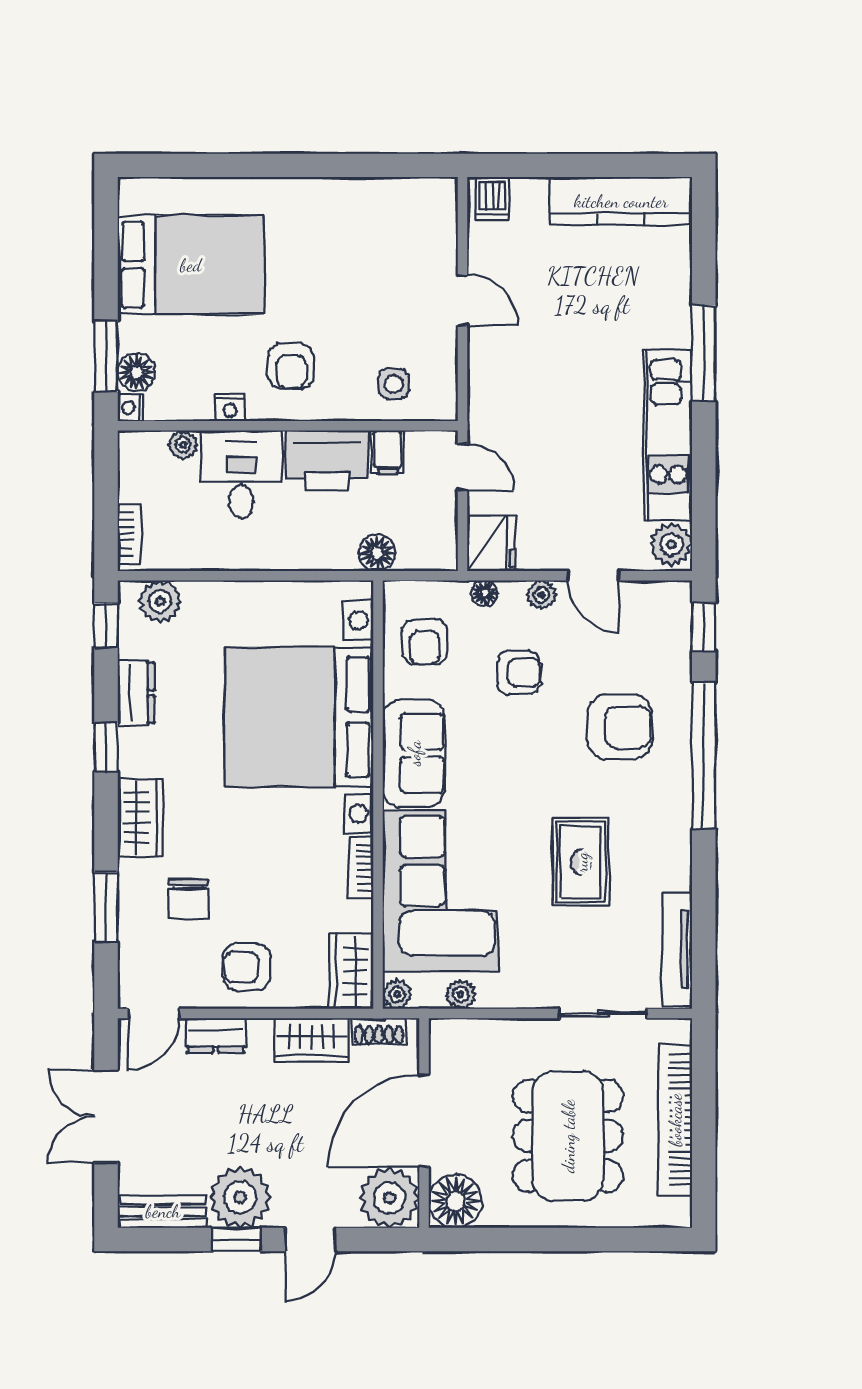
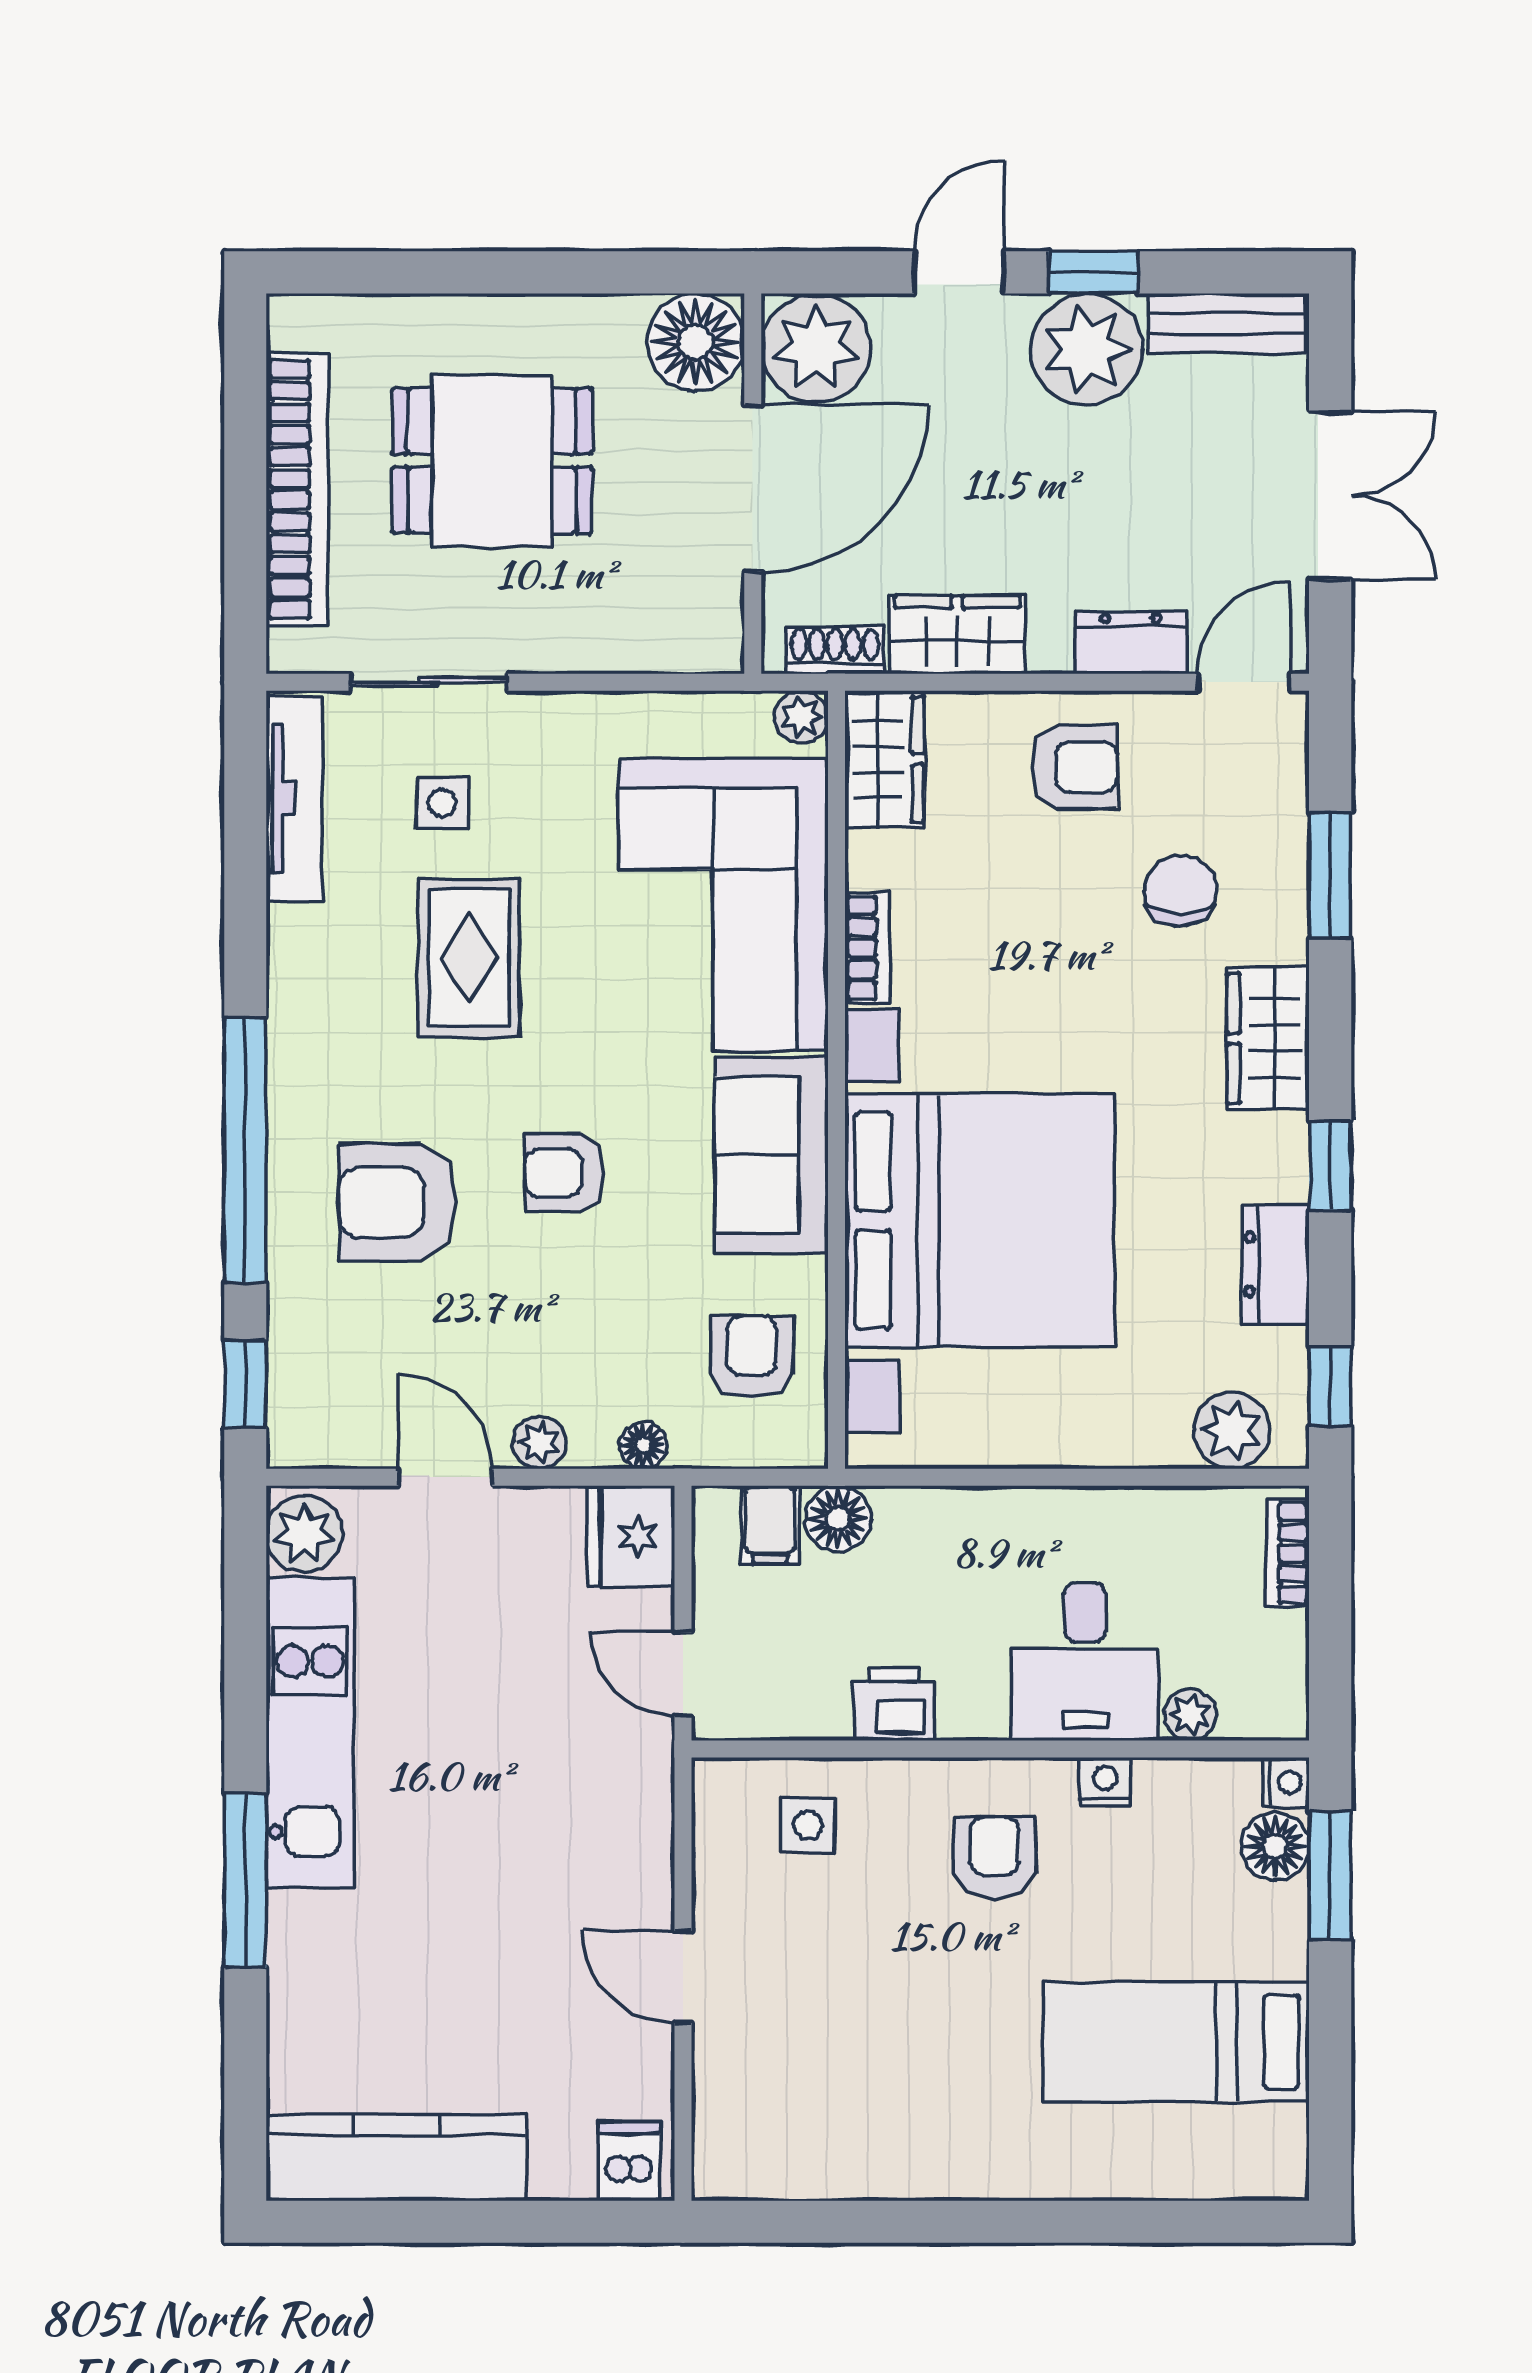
bed: (191, 265) -> (1176, 2042), width x0.67
filing cabinet: (388, 452) -> (770, 1525), moved, turned 180
printer: (327, 460) -> (894, 1704), width x0.53, depth x0.68
armchair: (519, 672) -> (564, 1173), moved
side table: (595, 947) -> (442, 803), added
plant: (461, 994) -> (686, 717), removed
dining table: (568, 1136) -> (492, 461), width x0.73

